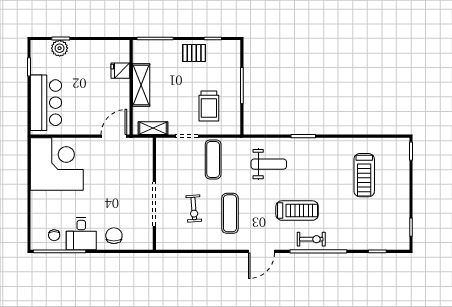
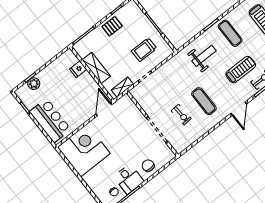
trolley: (209, 106) -> (144, 50), turned 90
exercise mat: (213, 159) -> (230, 33), moved

